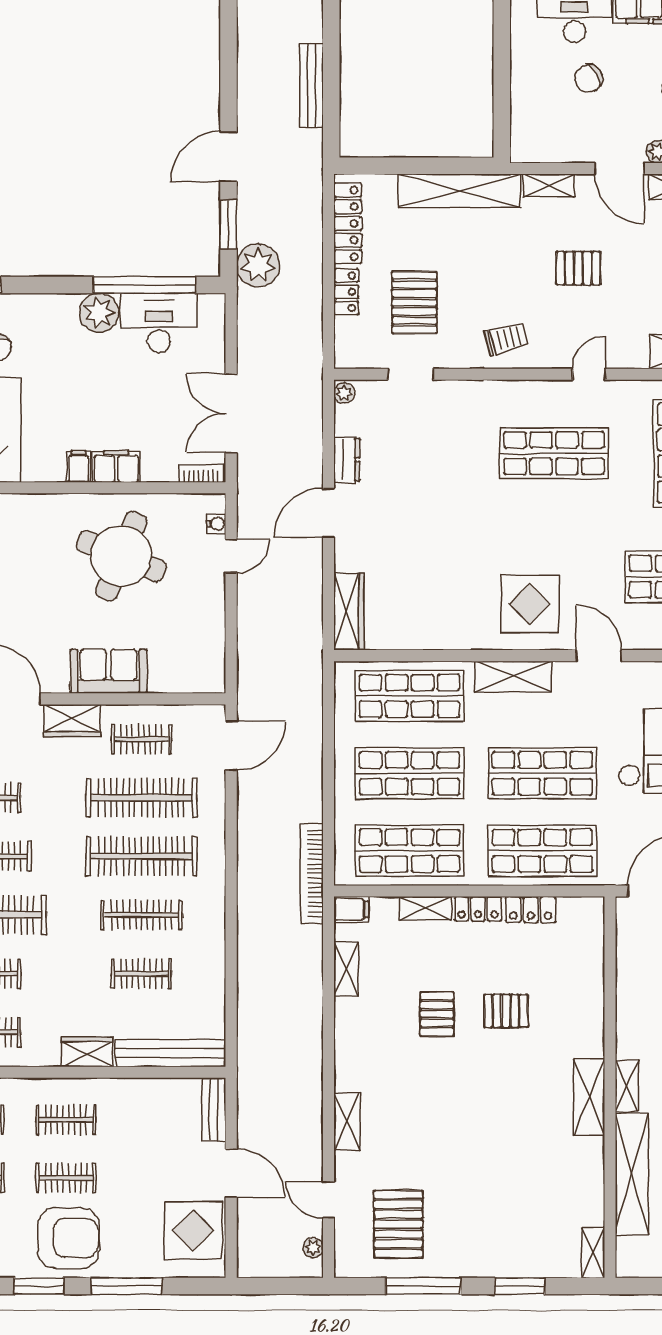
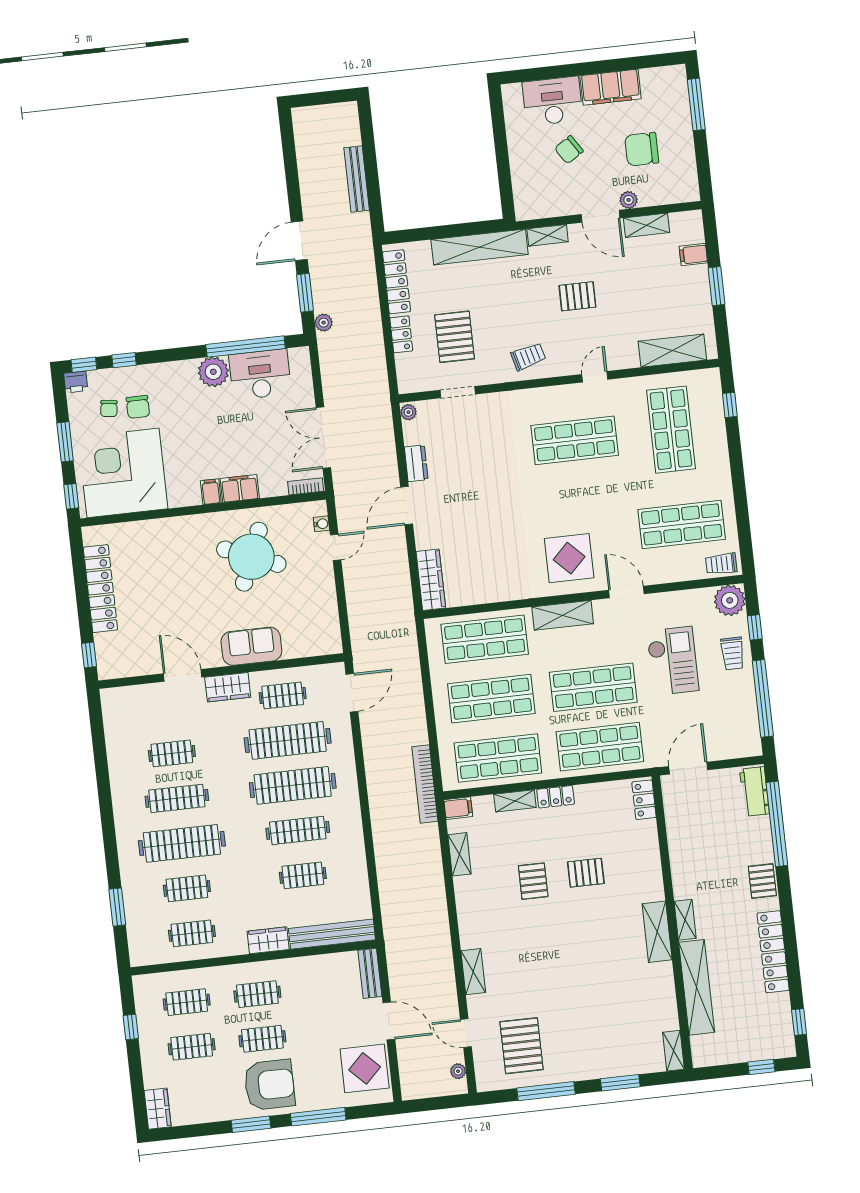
plant: (258, 265) -> (324, 323), width x0.53, depth x0.53
locker: (531, 910) -> (644, 800), moved, turned 90

